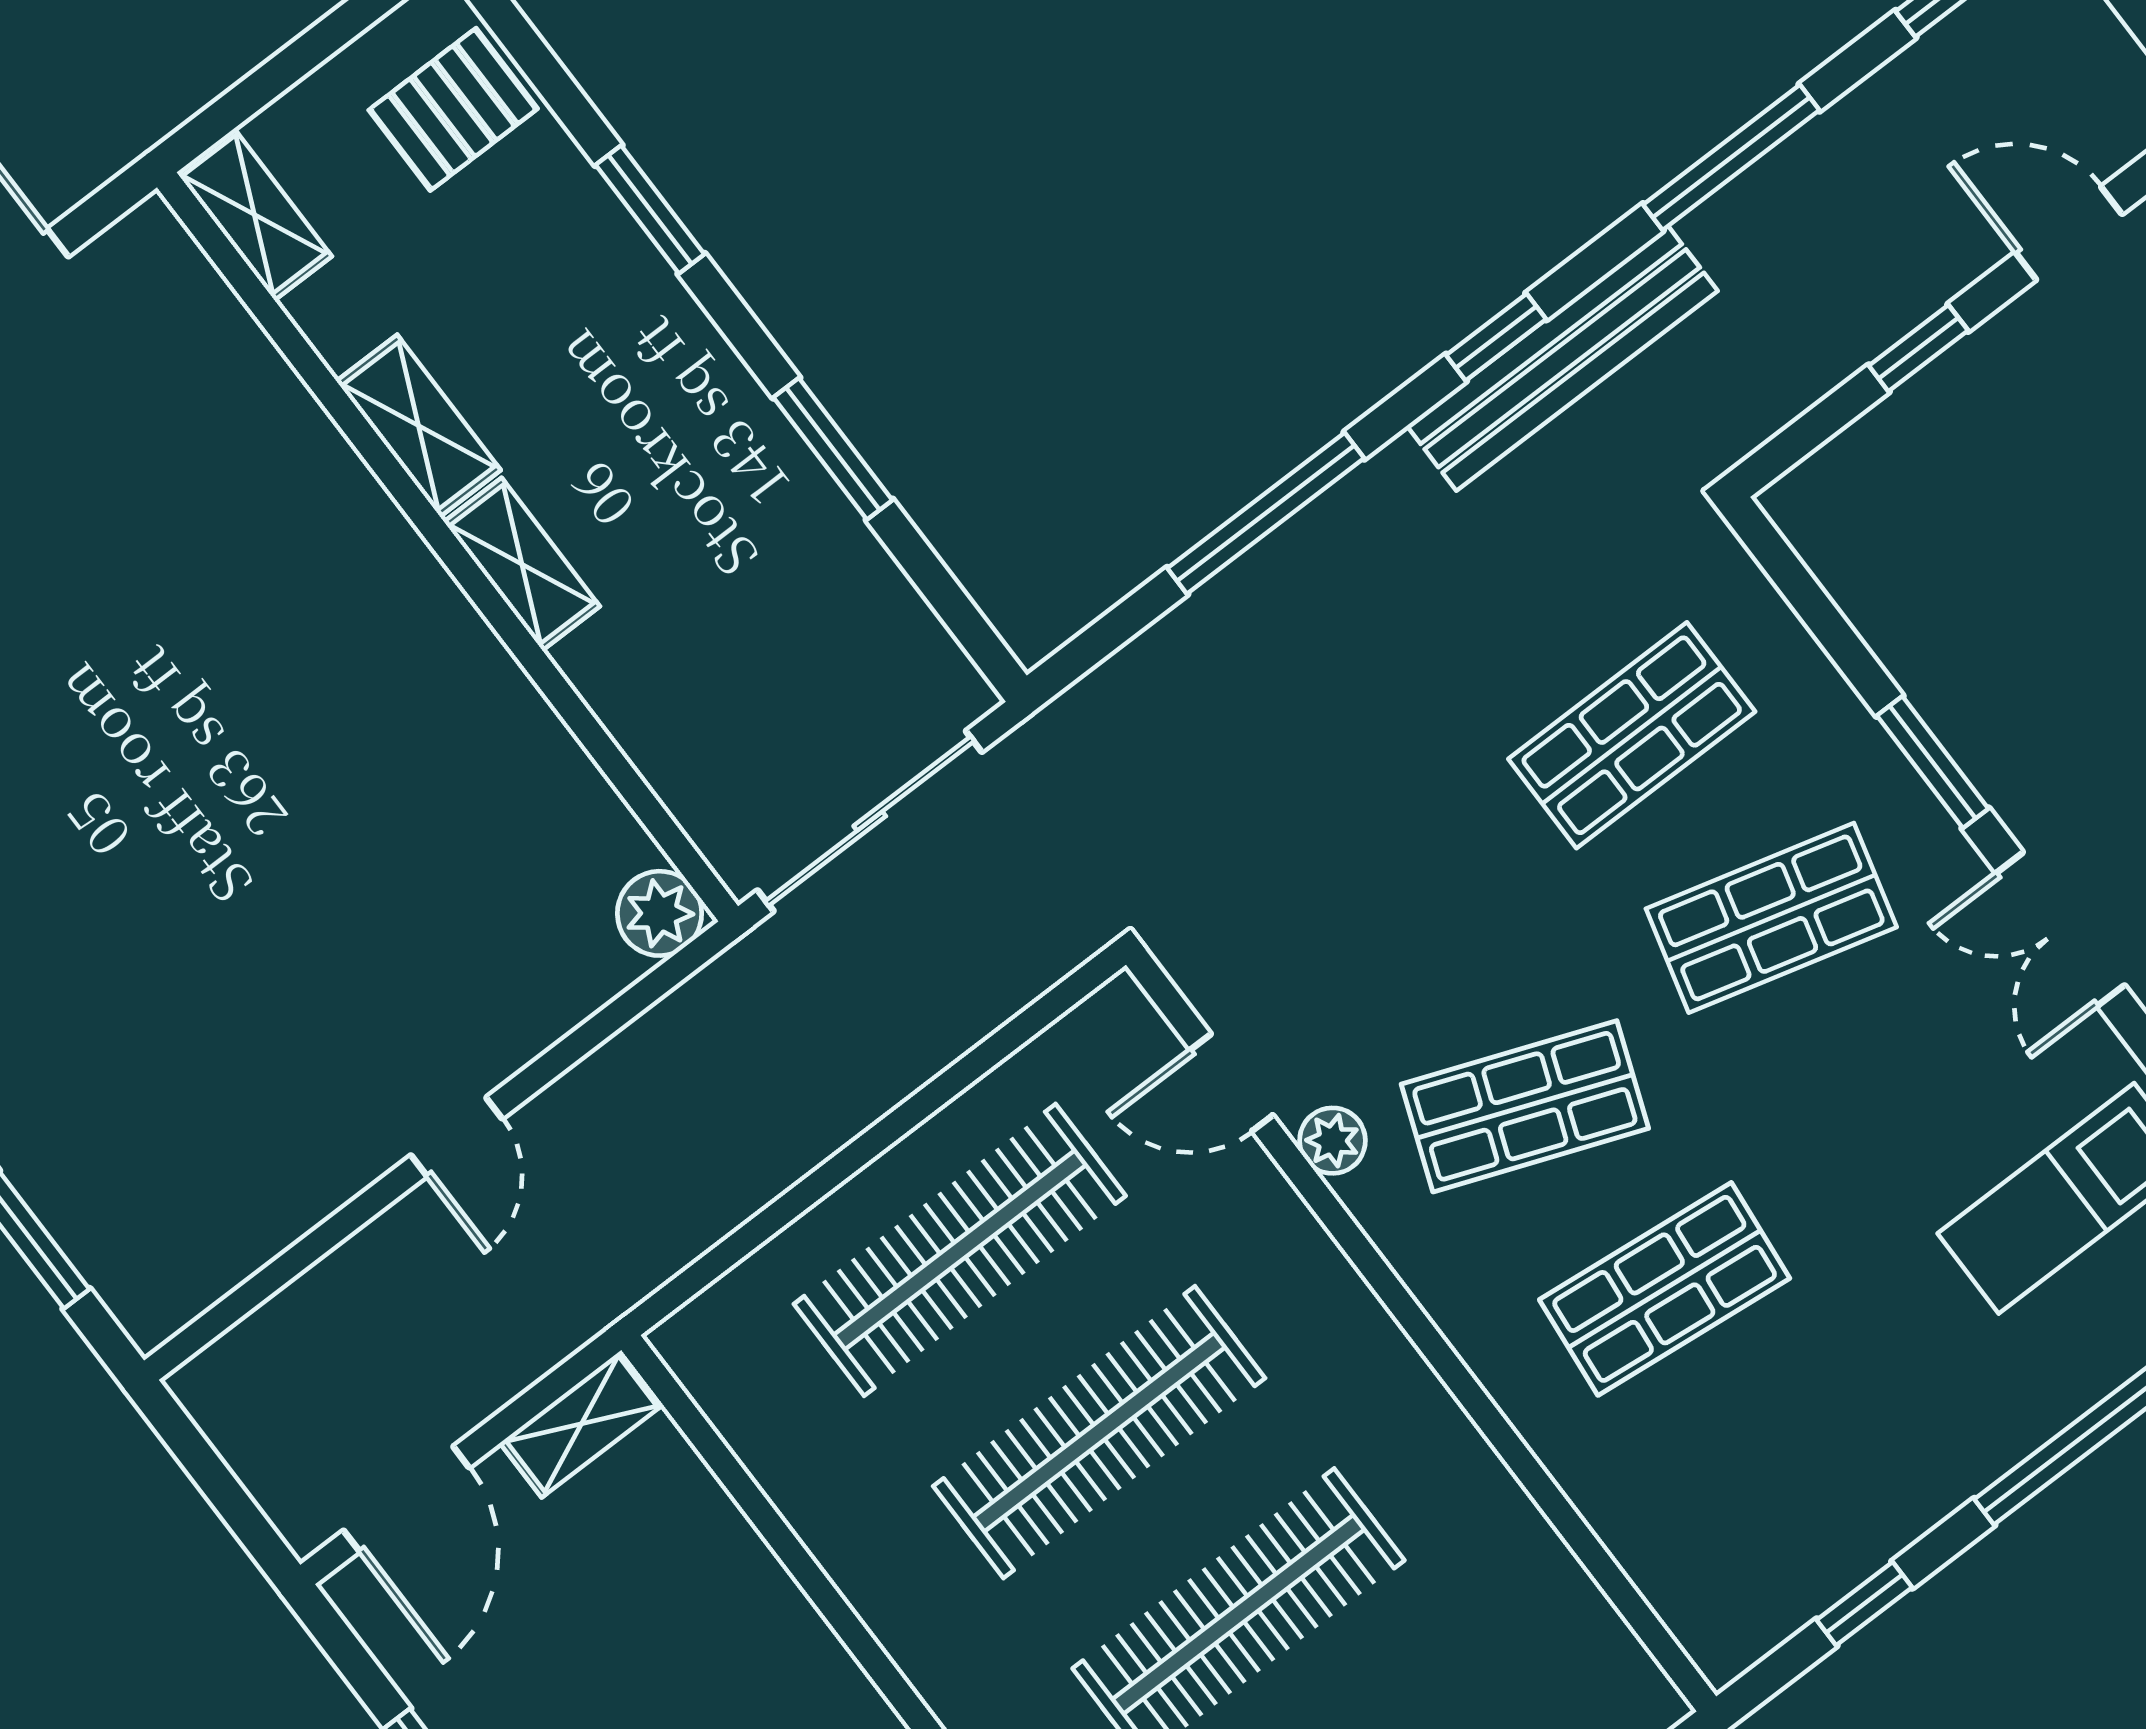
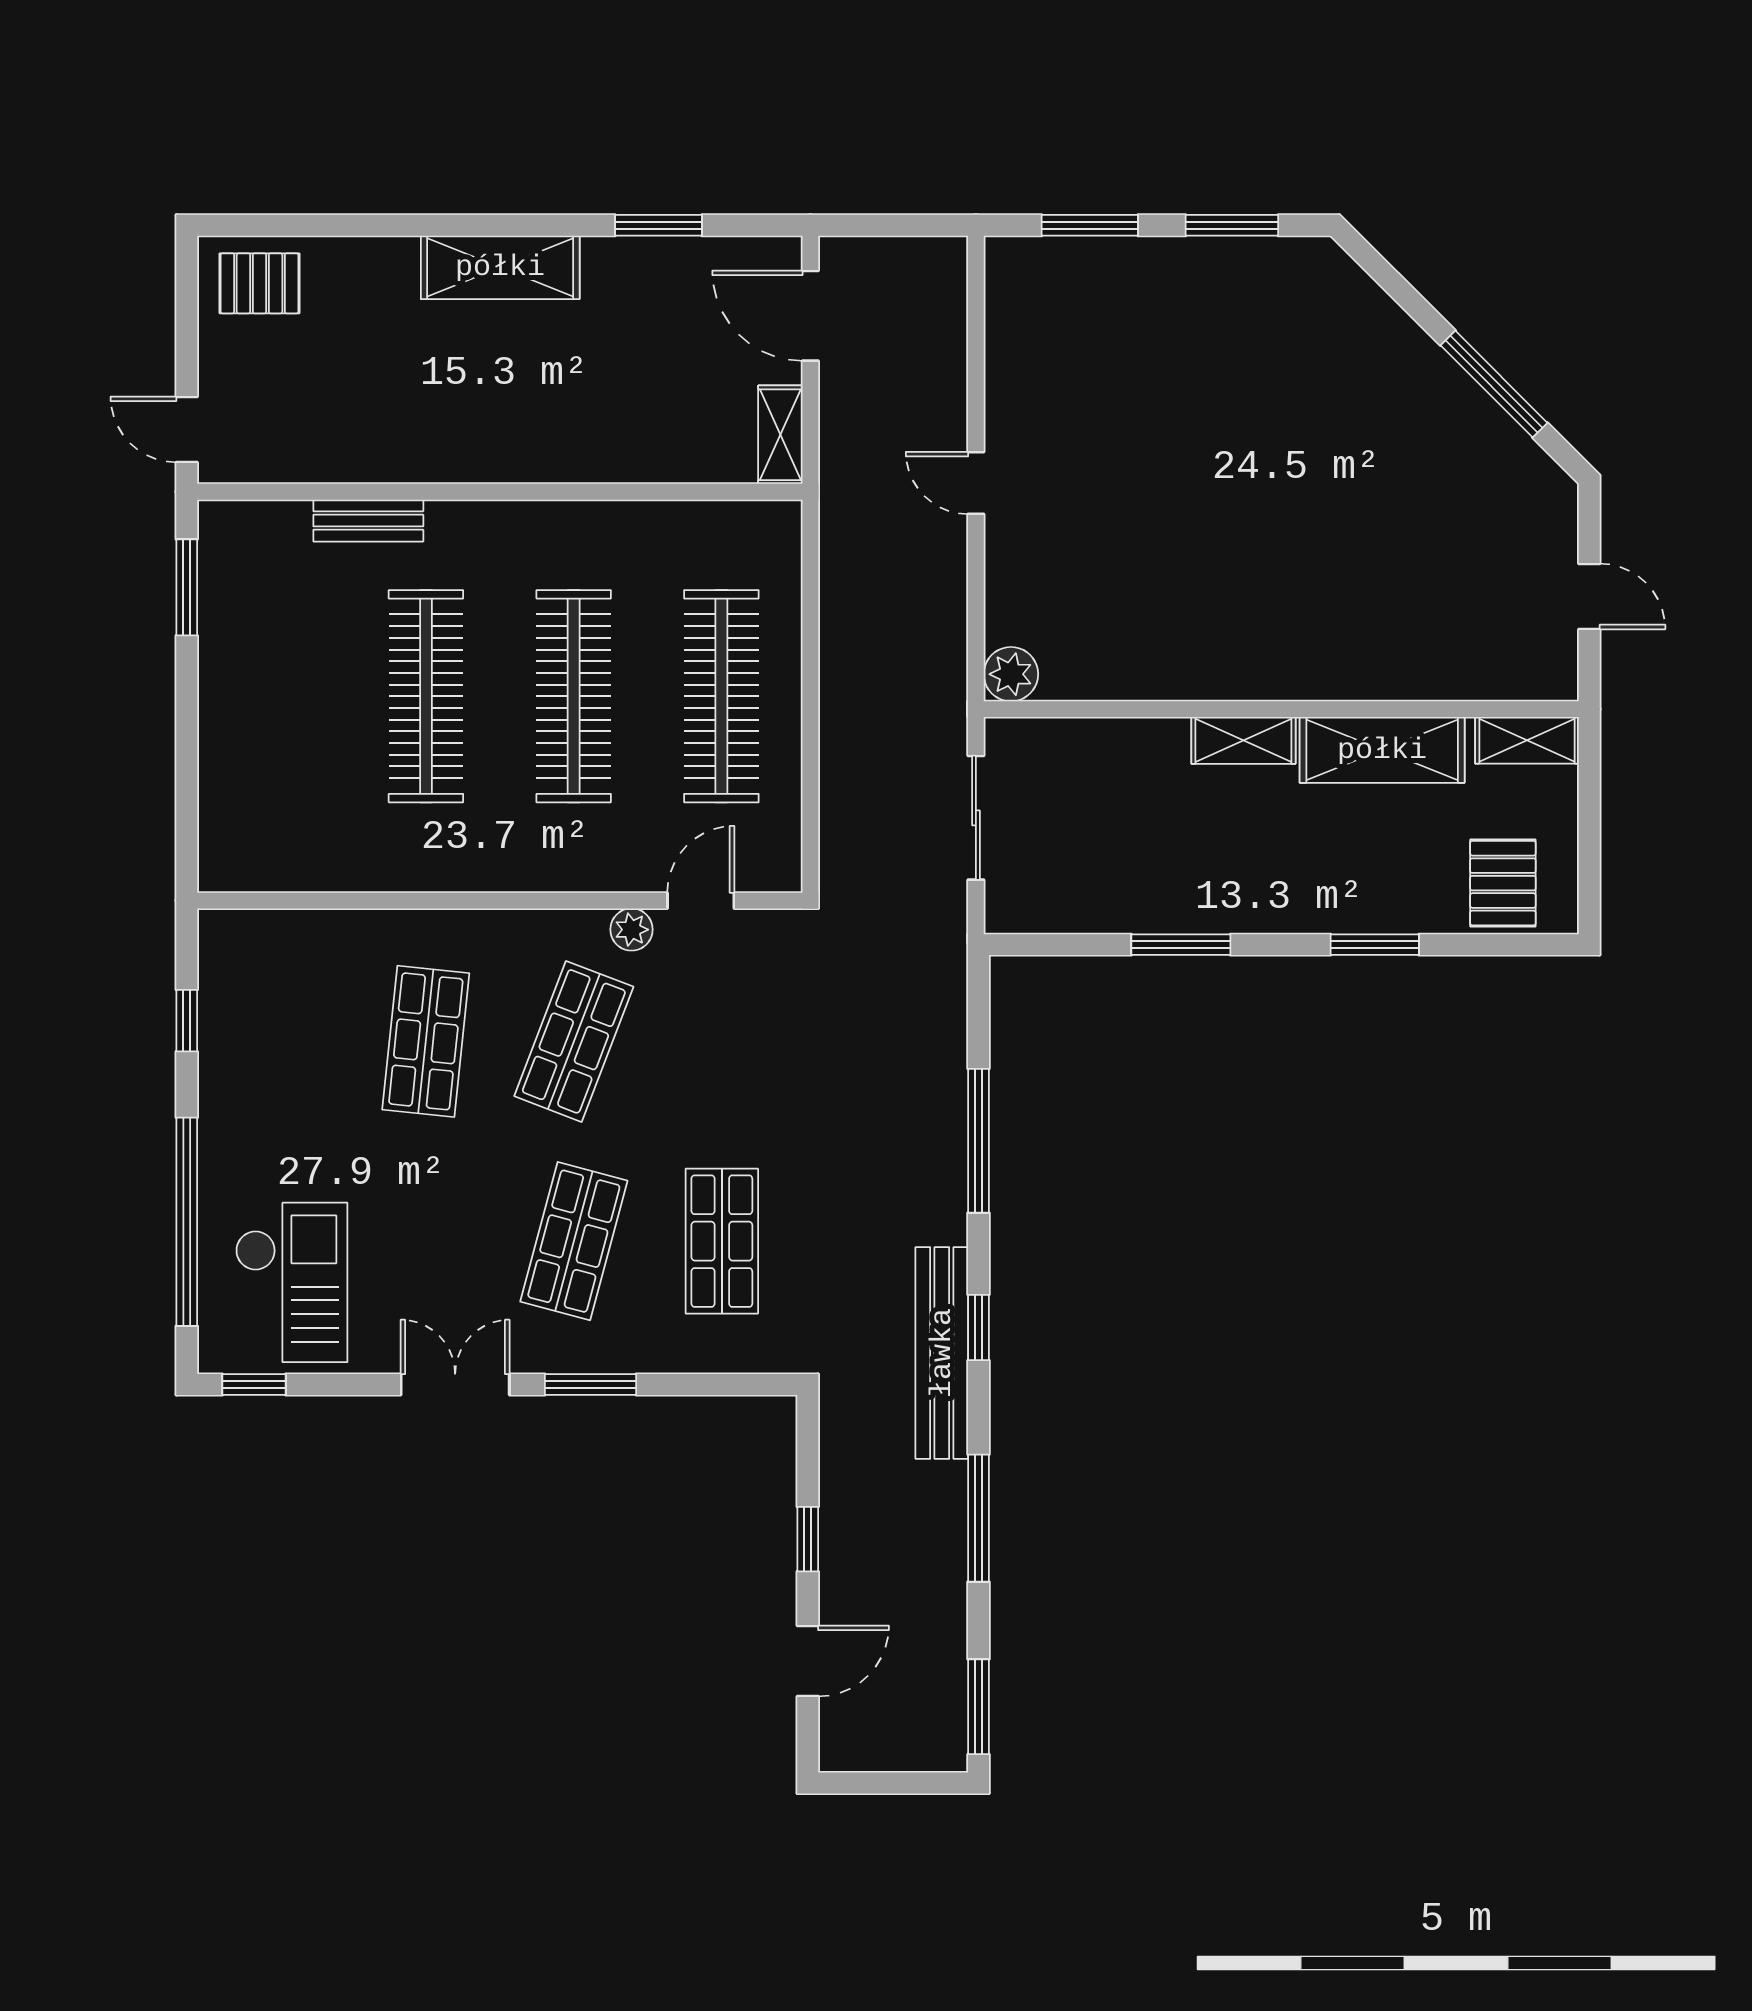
shelving: (418, 426) -> (1382, 750), width x1.50, depth x1.33
sliding door: (870, 821) -> (976, 818), width x0.73

